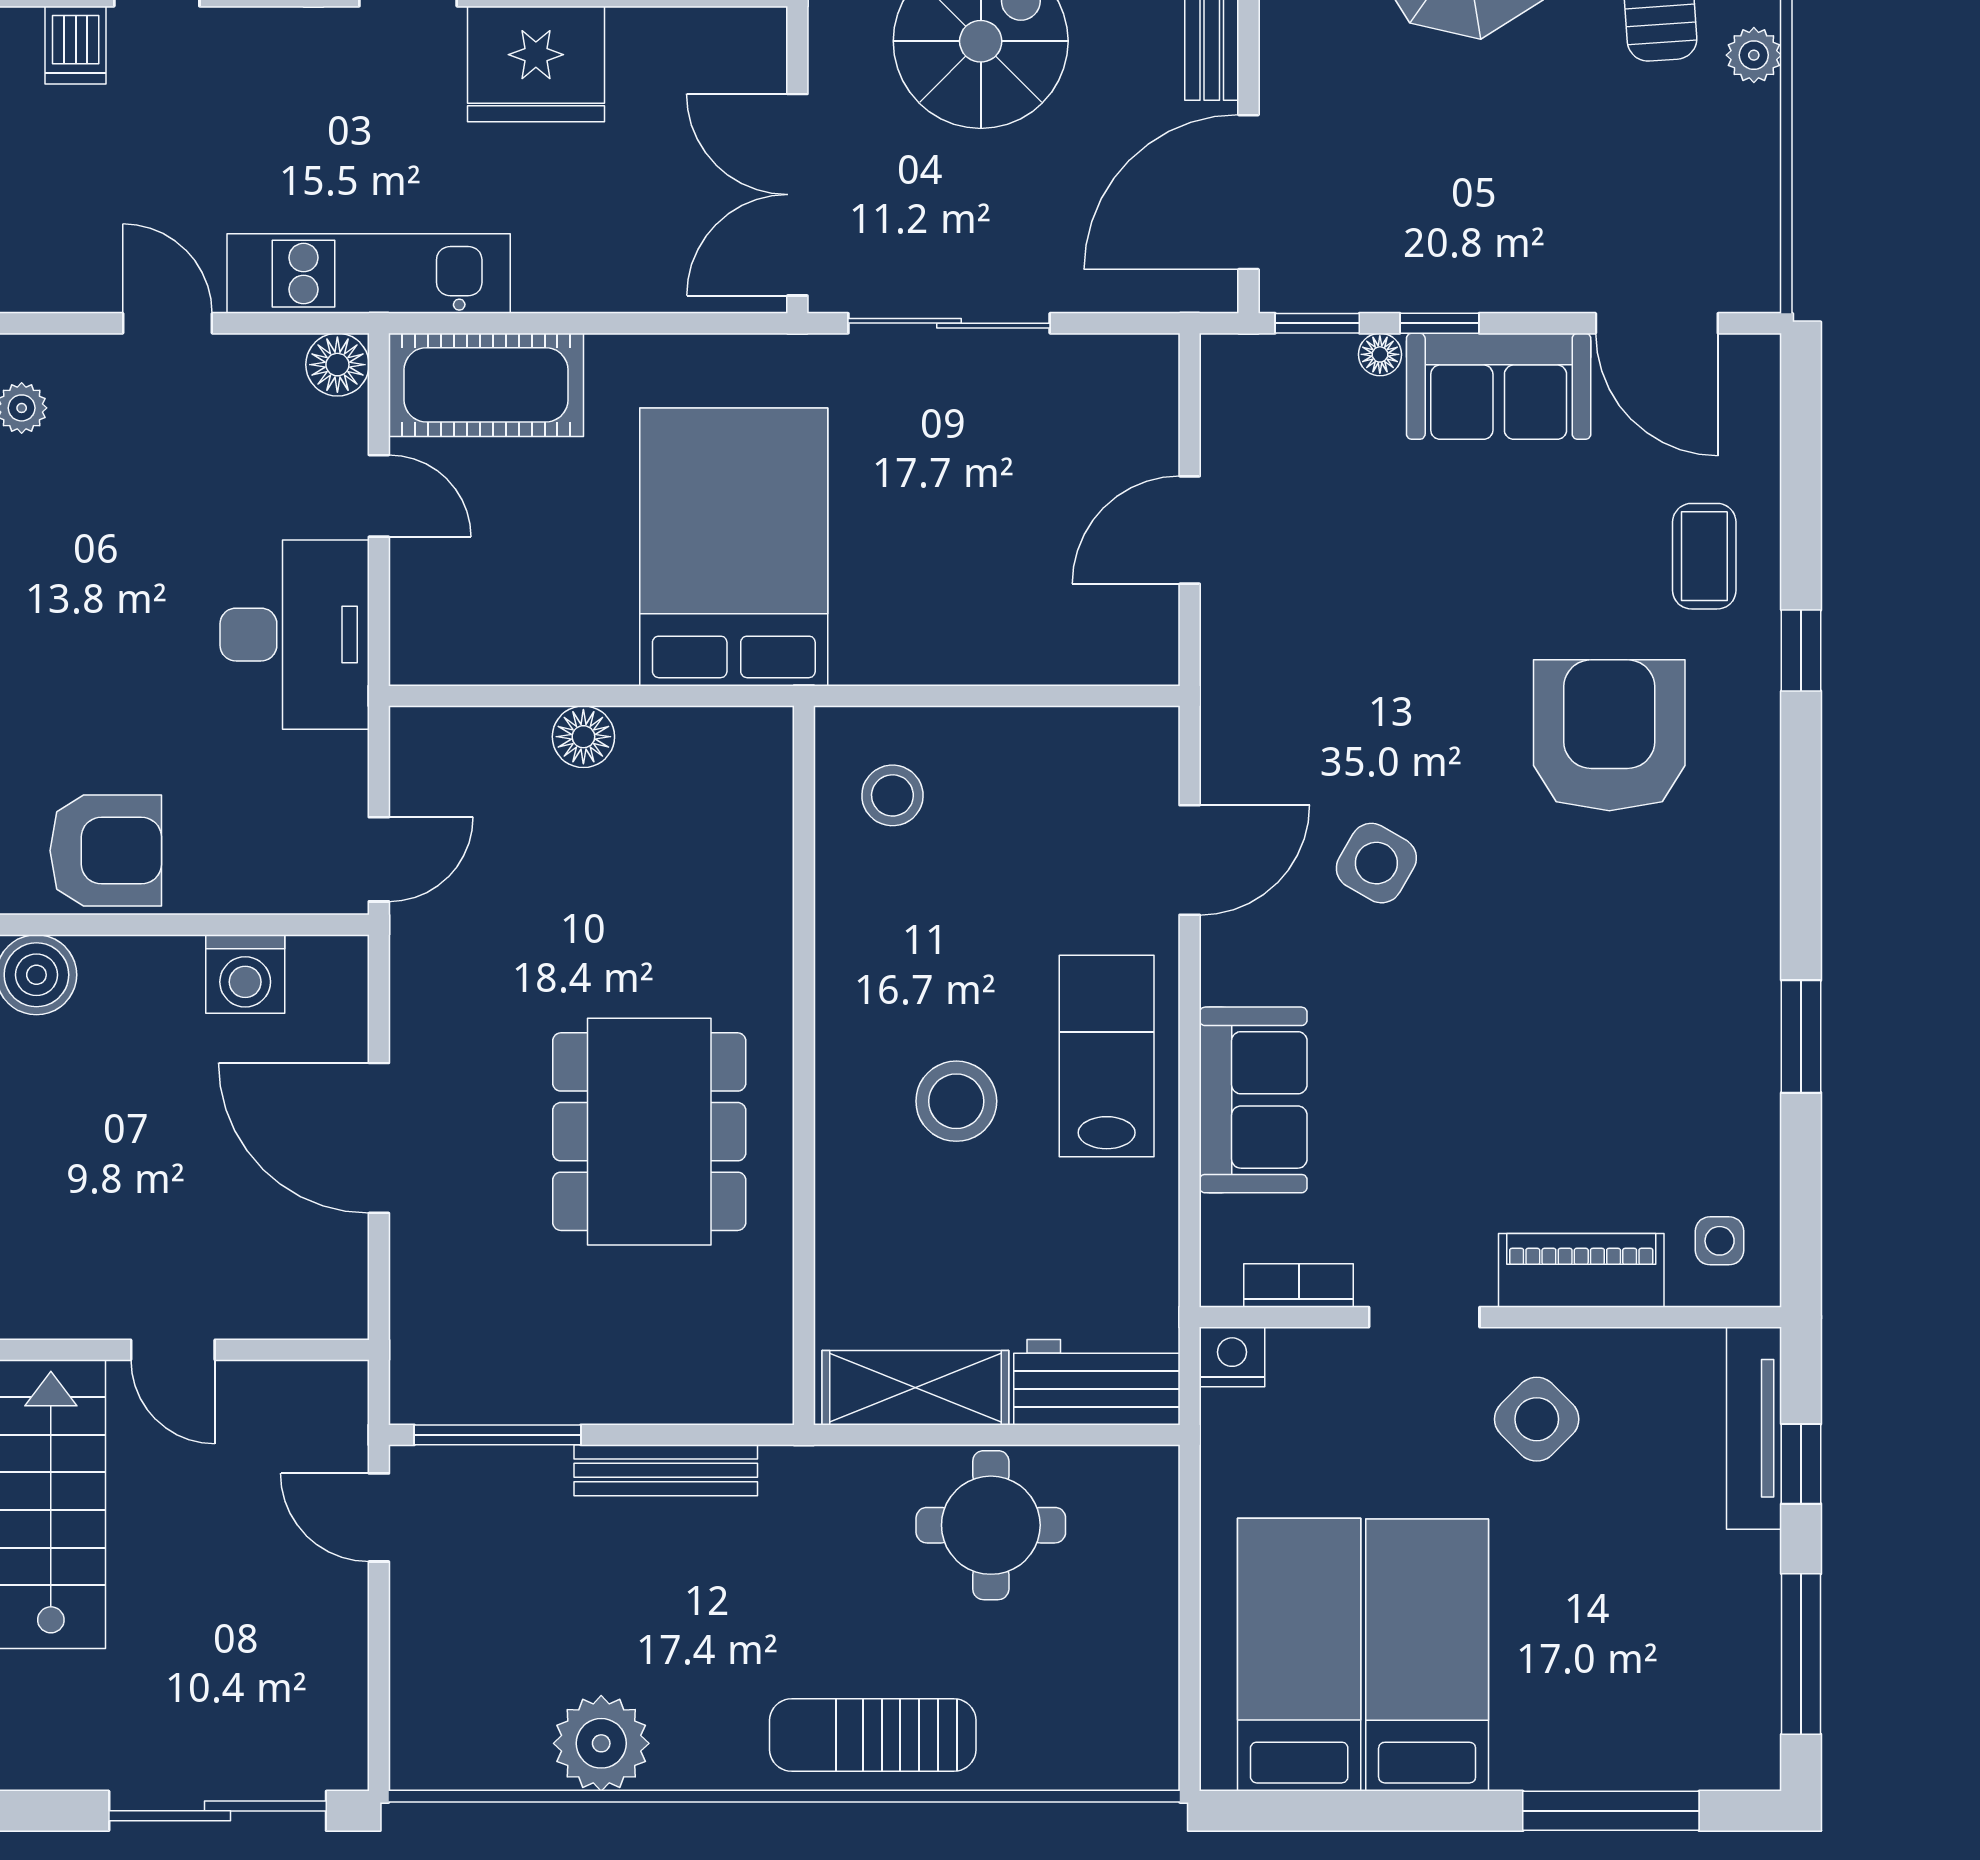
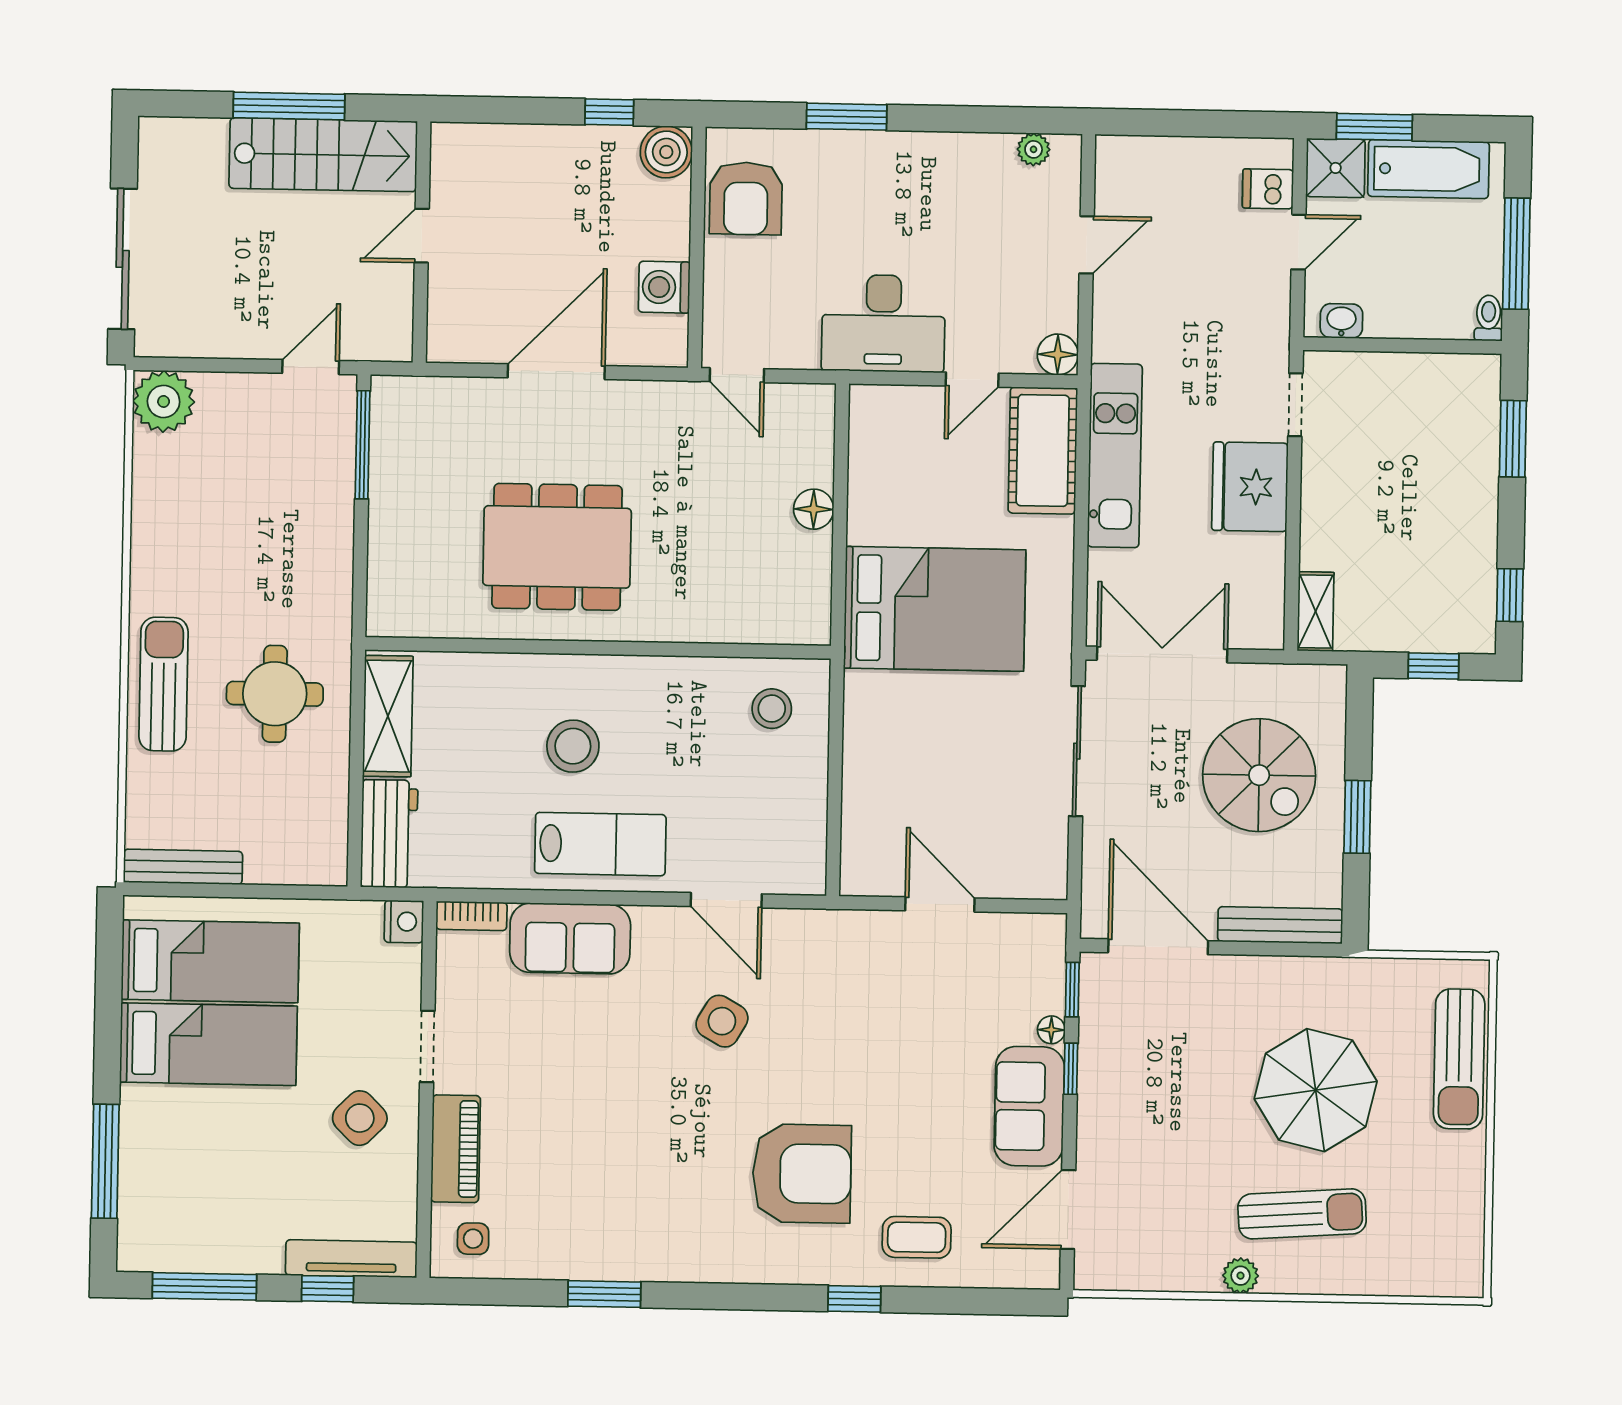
kitchen unit: (369, 274) -> (1115, 456), moved
bookcase: (1299, 1285) -> (472, 916), moved, turned 90
bench: (666, 1470) -> (183, 867), moved, turned 90
round table: (991, 1525) -> (275, 694), moved
plant: (601, 1743) -> (164, 401), moved

